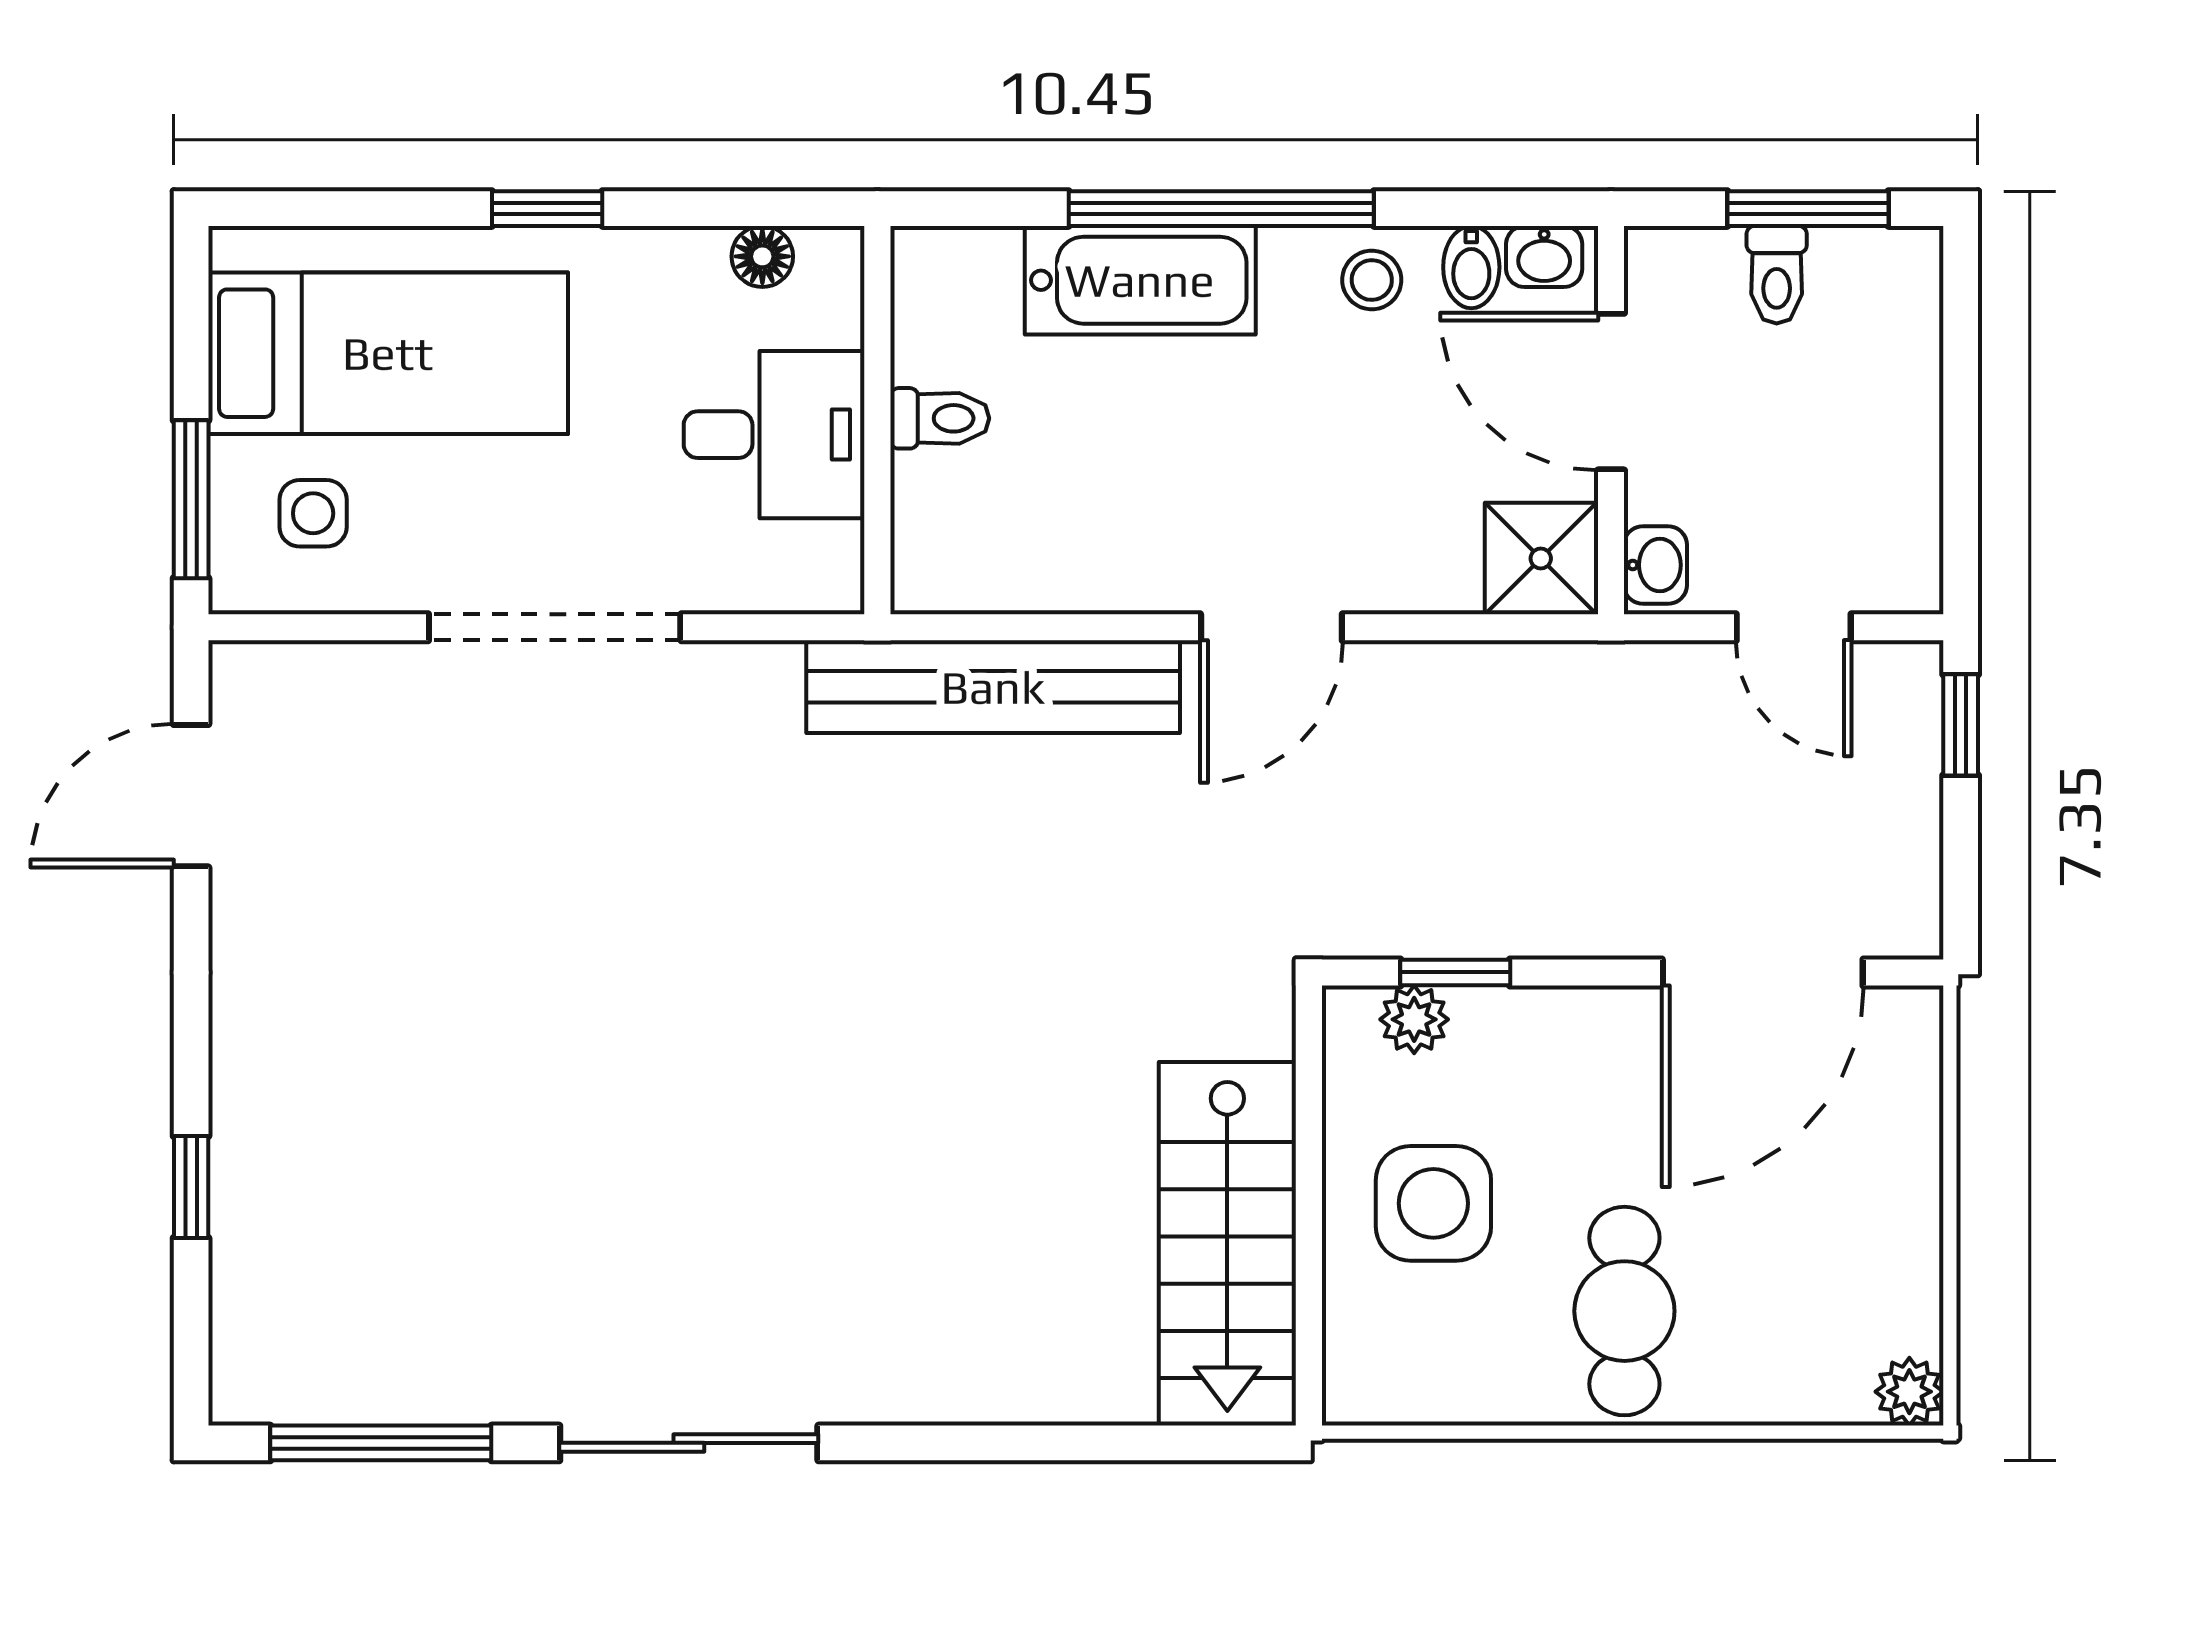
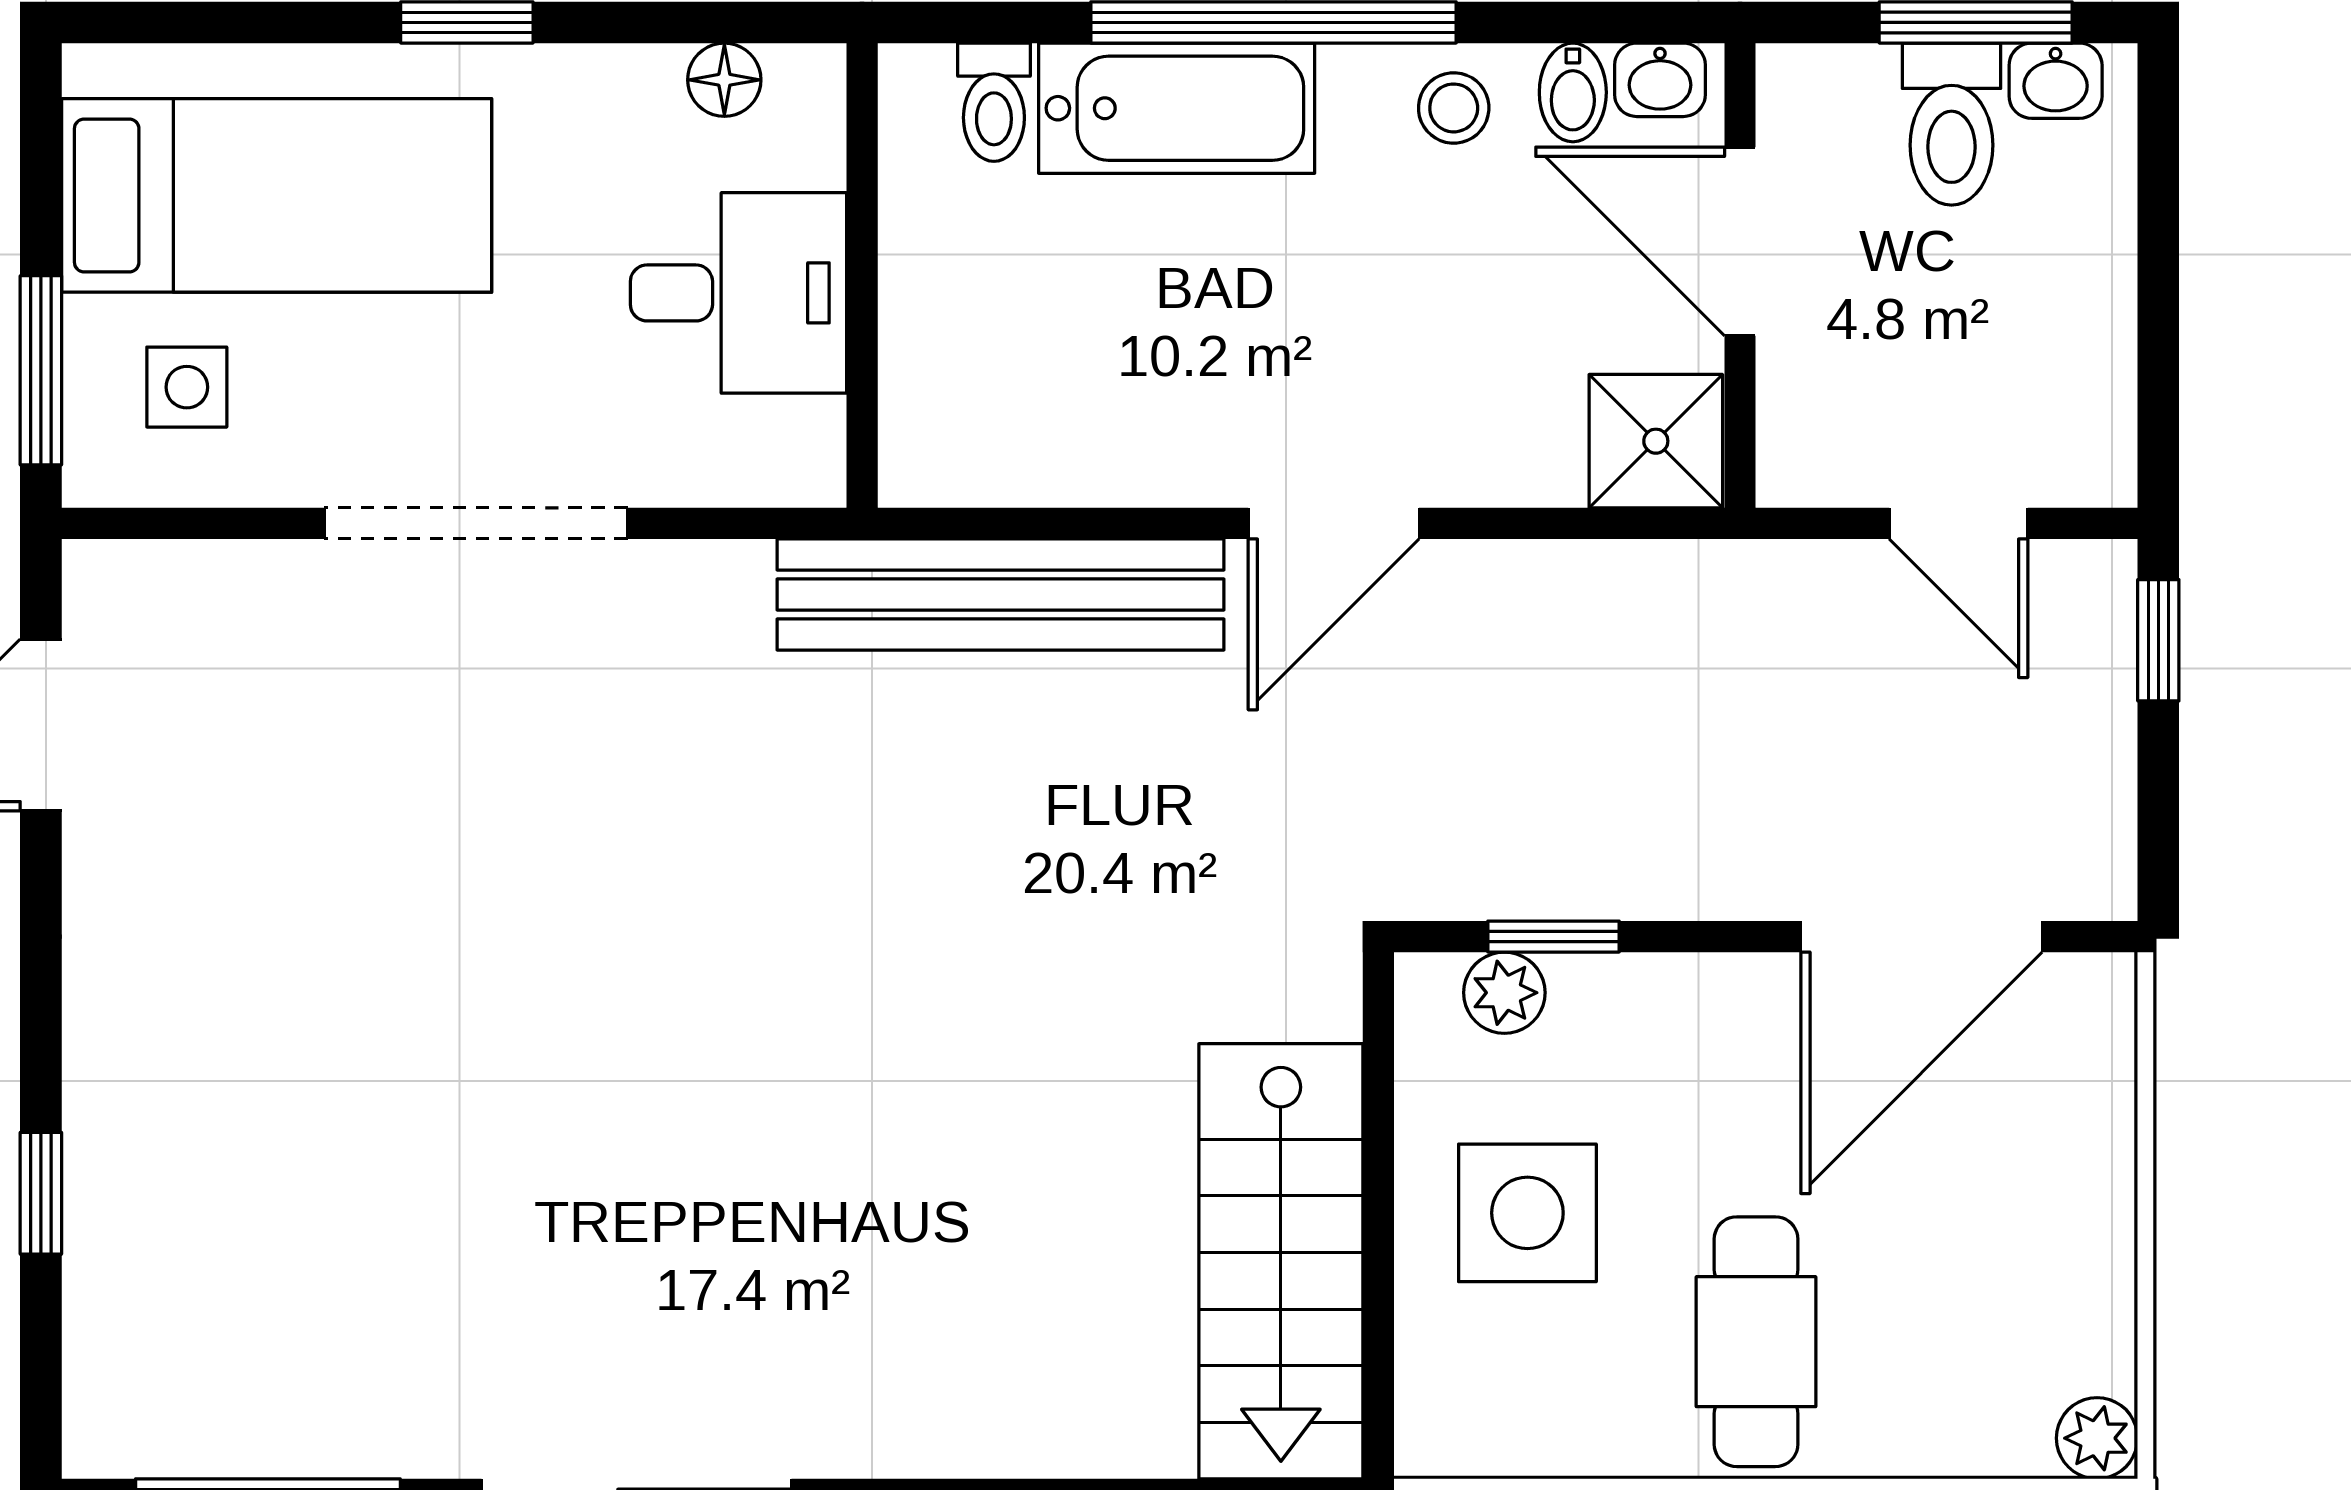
toilet: (1777, 275) -> (1952, 124), width x1.37, depth x1.39
toilet: (940, 418) -> (994, 102), moved, turned 90
washbasin: (1655, 565) -> (2056, 81), moved, turned 90

